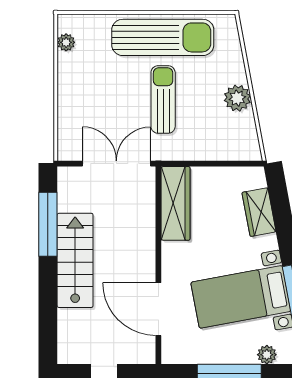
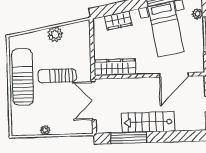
plant: (66, 42) -> (45, 130), moved

